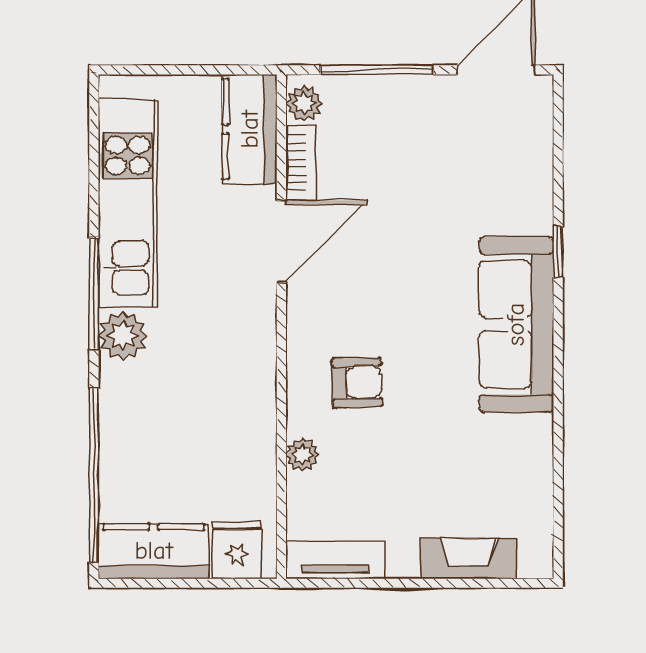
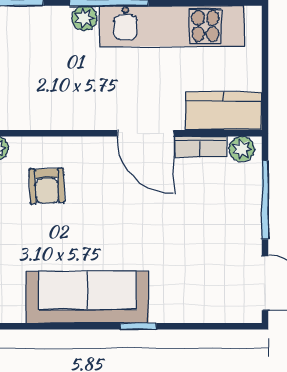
plant: (123, 336) -> (84, 18), width x0.73, depth x0.73

